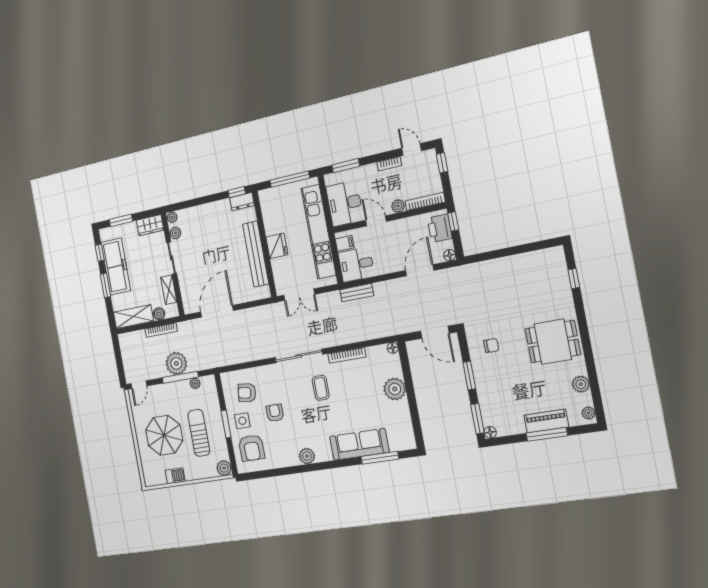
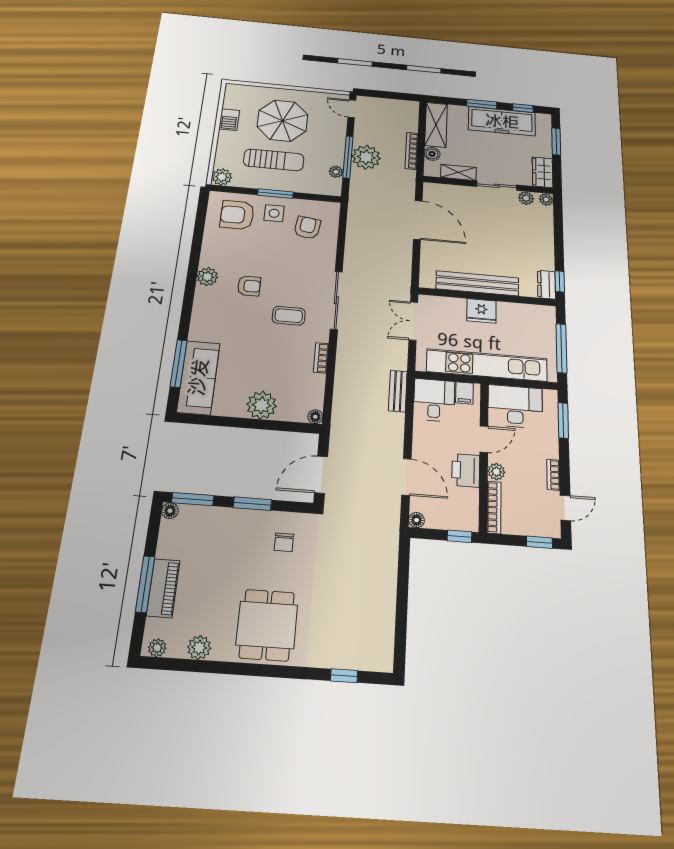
printer: (440, 228) -> (466, 470), moved, turned -90
bookcase: (347, 355) -> (321, 358), width x0.64
armchair: (275, 413) -> (249, 286), moved
sofa: (359, 444) -> (198, 377), moved

